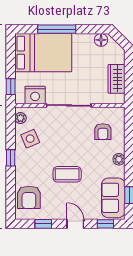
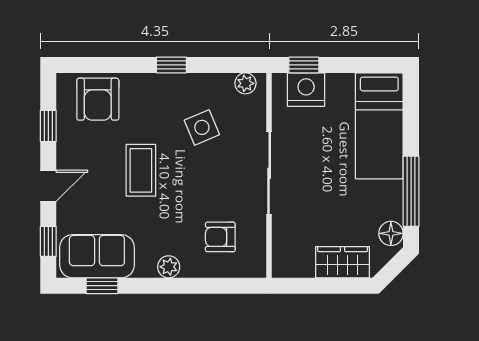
window: (57, 29) -> (411, 191), moved
bed: (43, 53) -> (379, 126), width x0.67
wardrobe: (116, 79) -> (343, 262), moved
nightstand: (35, 95) -> (306, 90), moved, turned 90
side table: (30, 139) -> (202, 127), moved
armchair: (29, 197) -> (98, 99), turned -90

